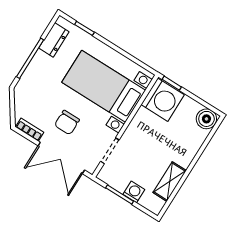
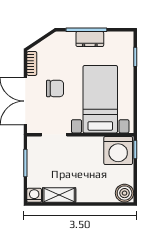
dresser: (54, 40) -> (90, 39), moved
chair: (67, 123) -> (55, 88), turned 180
washing machine: (134, 192) -> (34, 195), moved, turned -90

